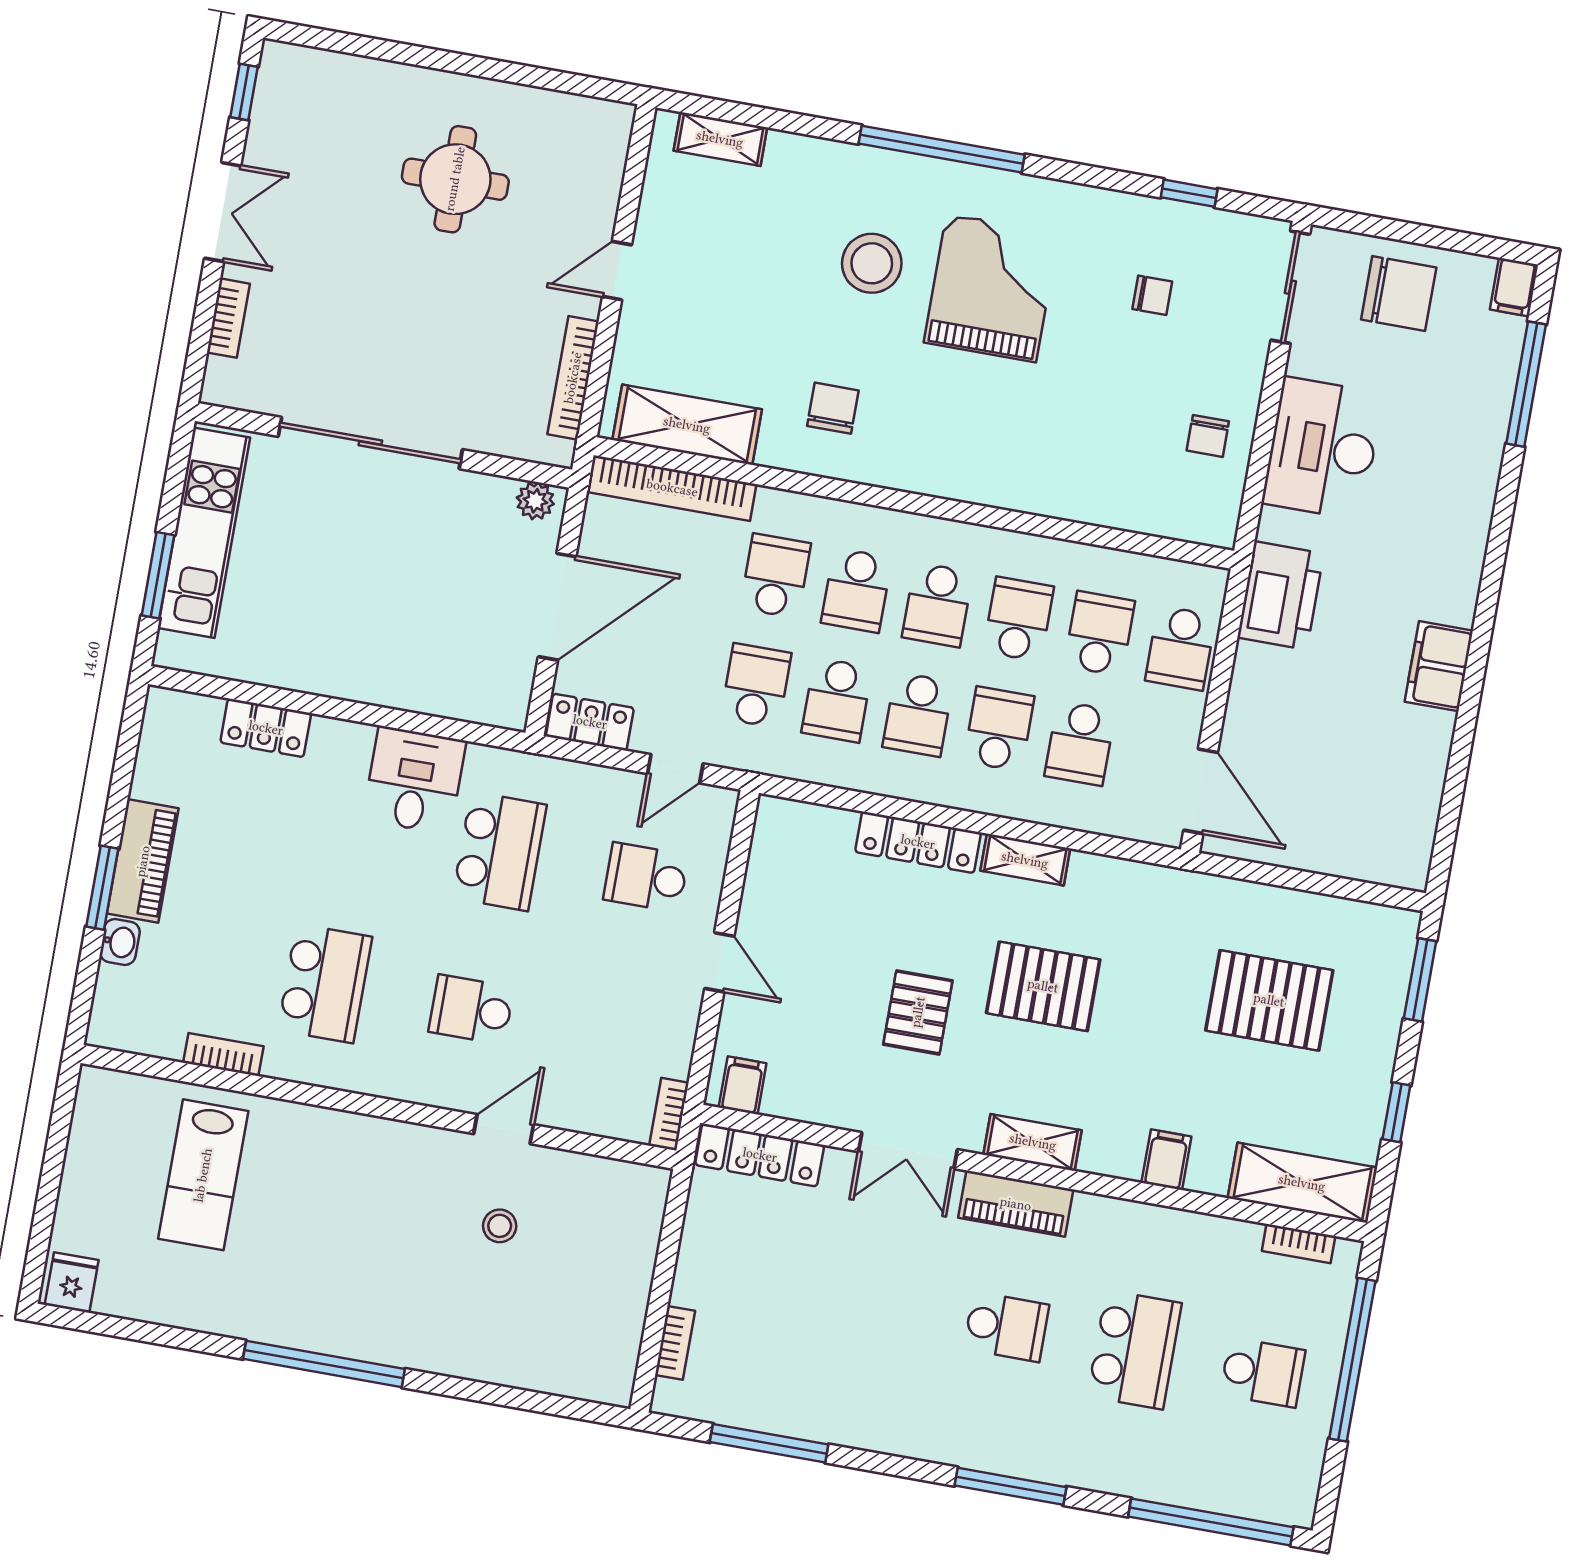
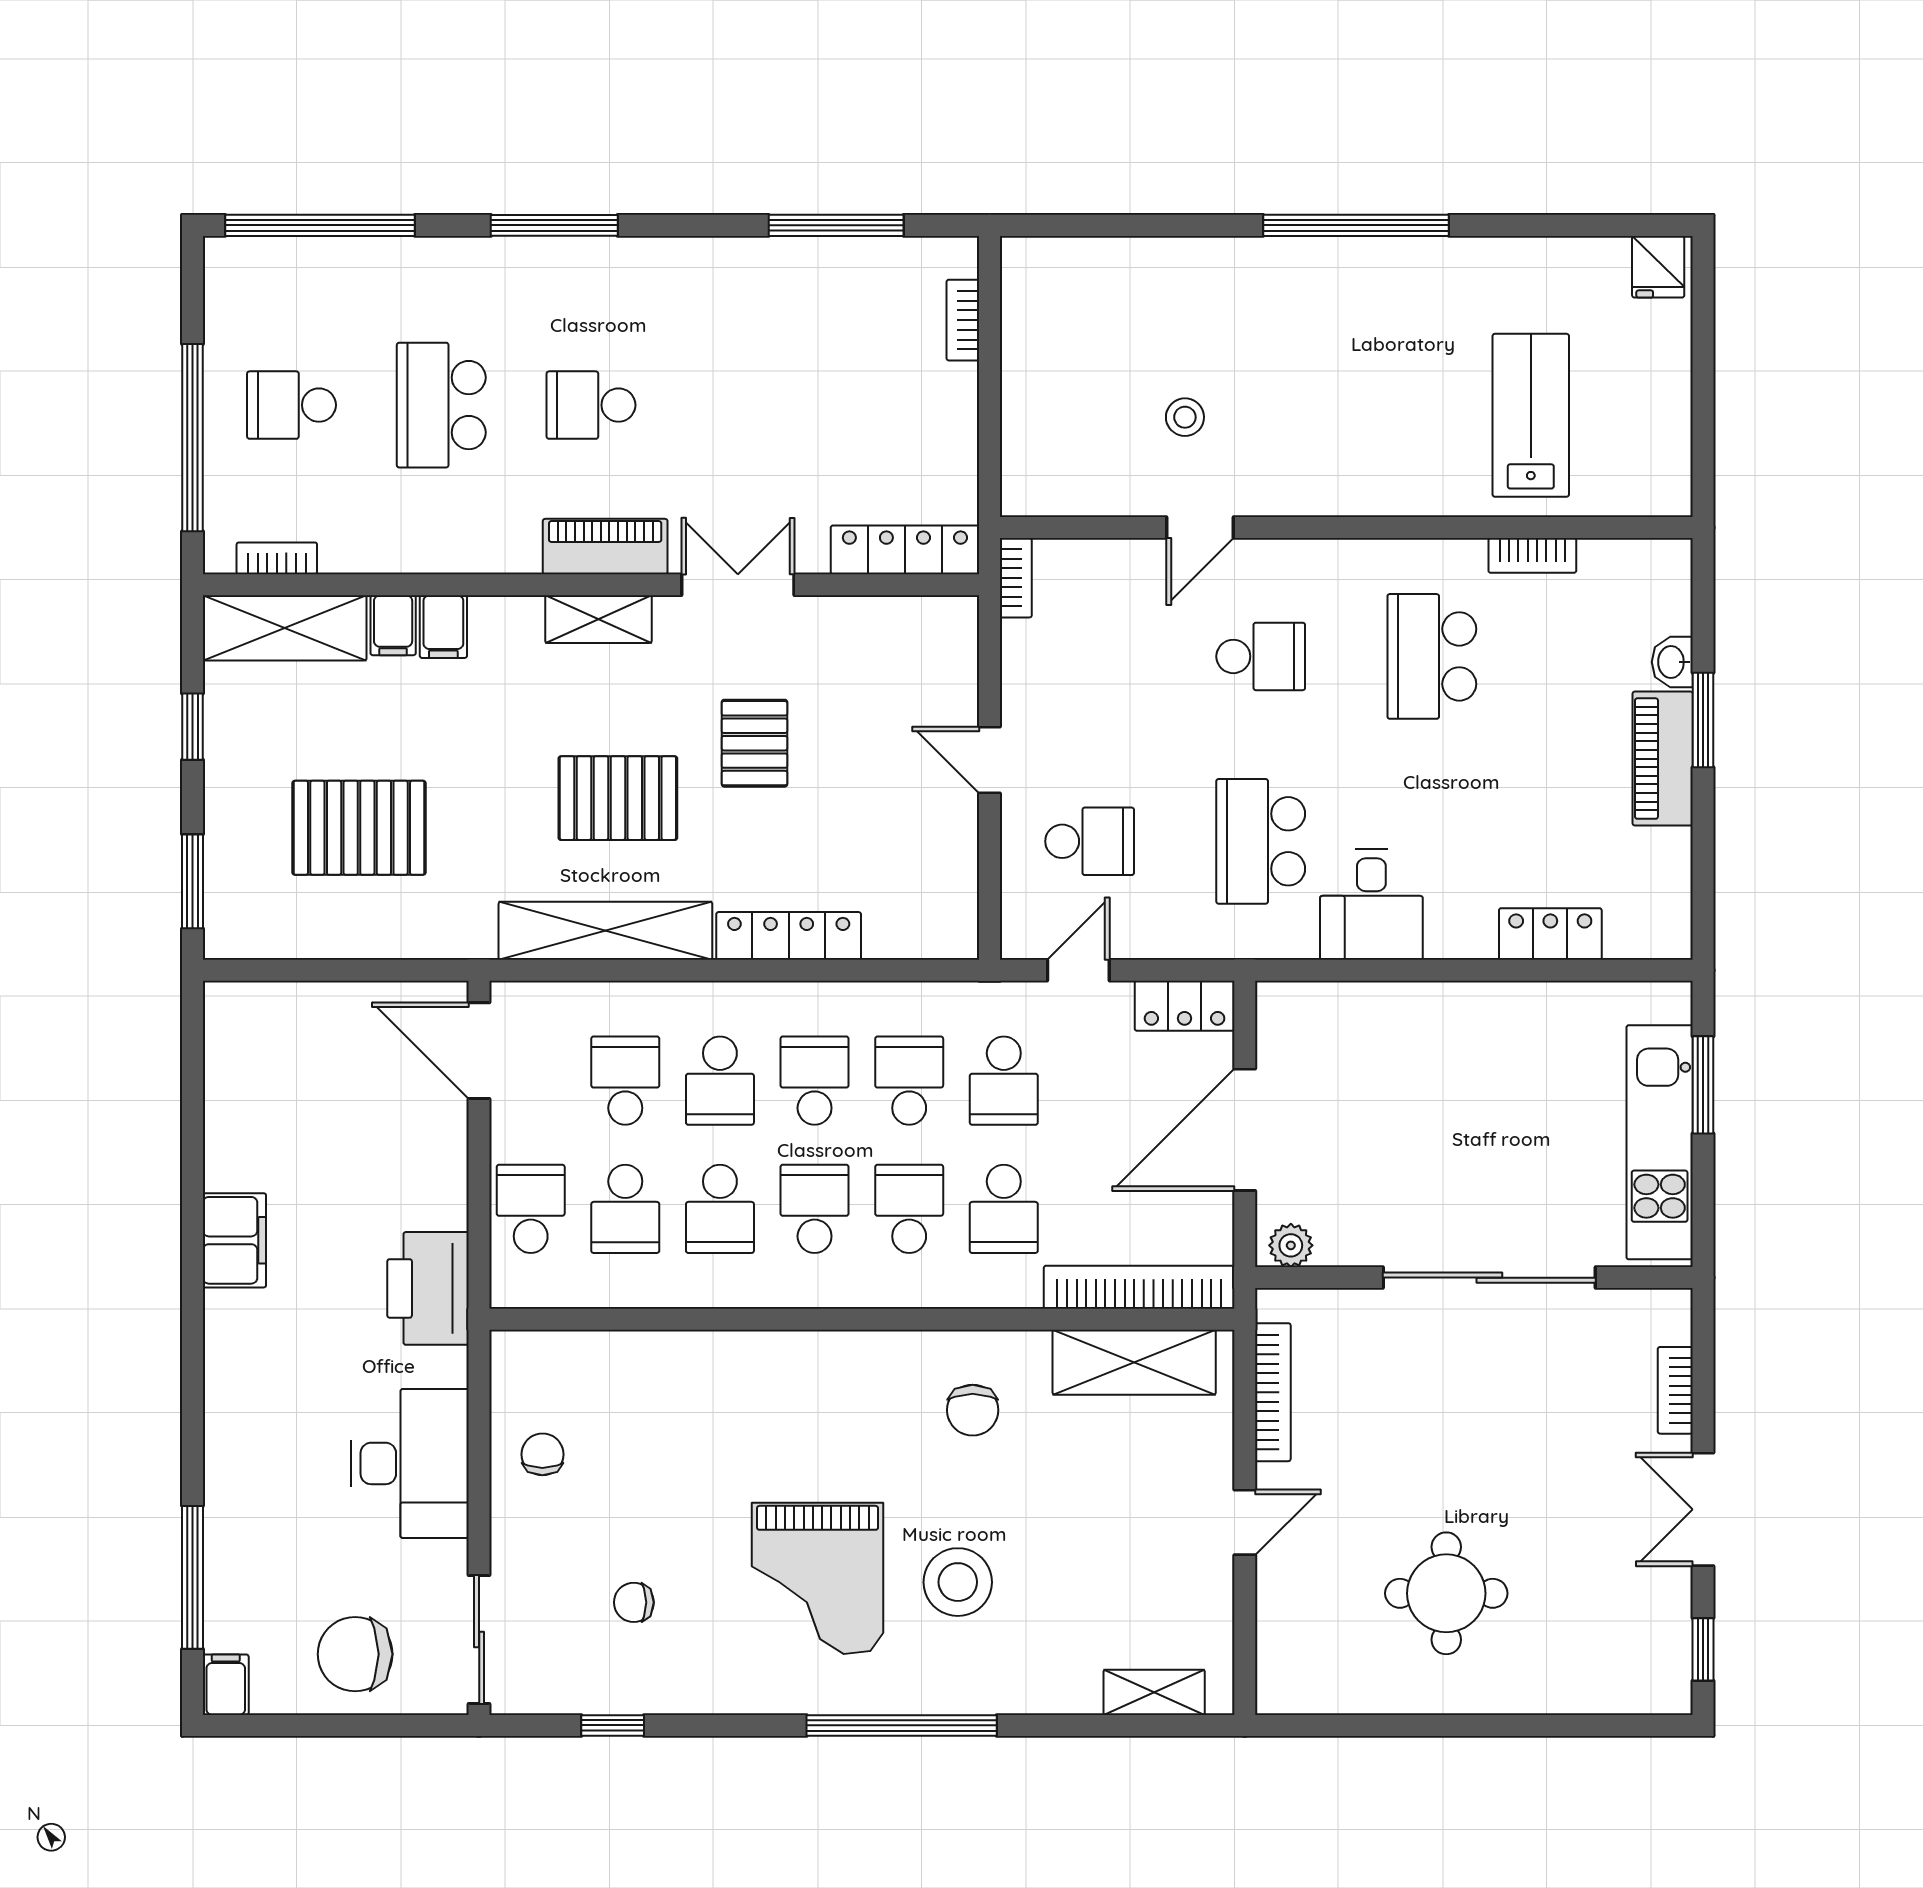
shelving: (1025, 860) -> (605, 931), width x2.20, depth x1.33
filing cabinet: (743, 1085) -> (393, 625), moved

